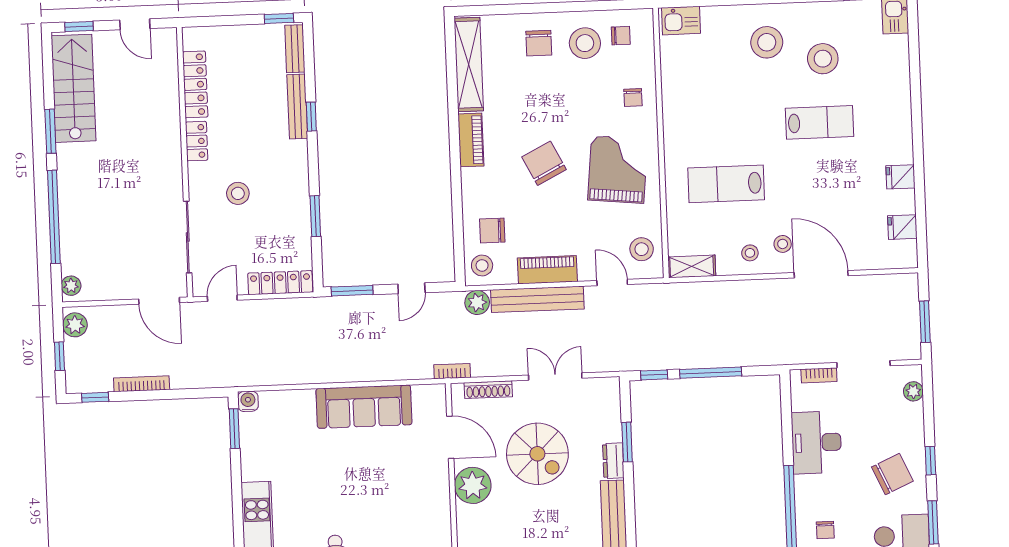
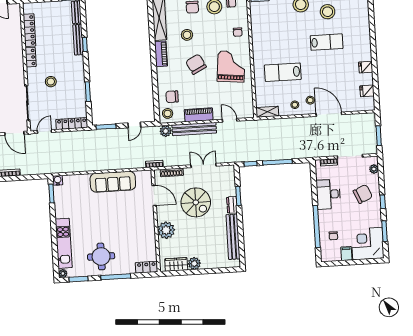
stool: (642, 249) -> (187, 35), moved
chair: (892, 474) -> (363, 194), moved
plant: (473, 485) -> (166, 230), moved

